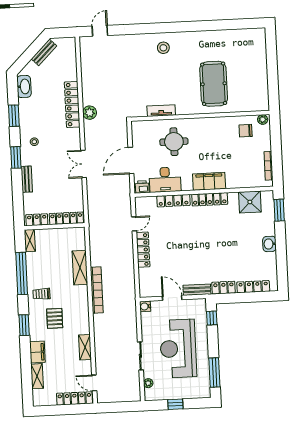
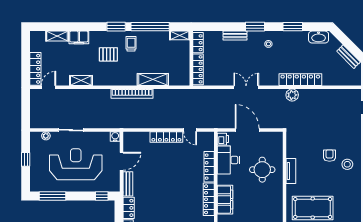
armchair: (155, 68) -> (330, 156), added
tv unit: (161, 111) -> (291, 171), moved
window: (24, 325) -> (116, 27), moved

